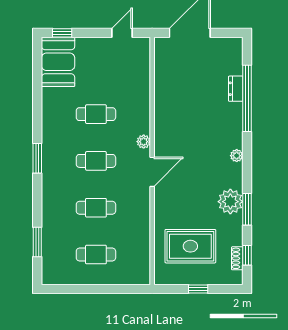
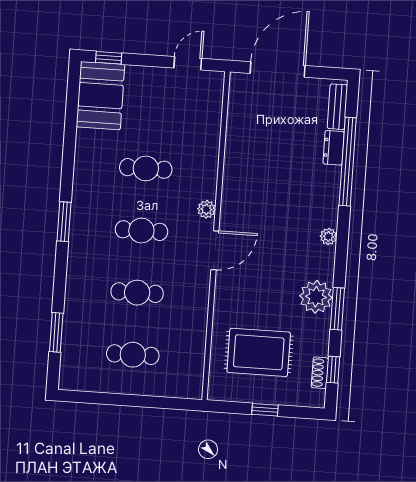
bench: (237, 58) -> (337, 107), added

